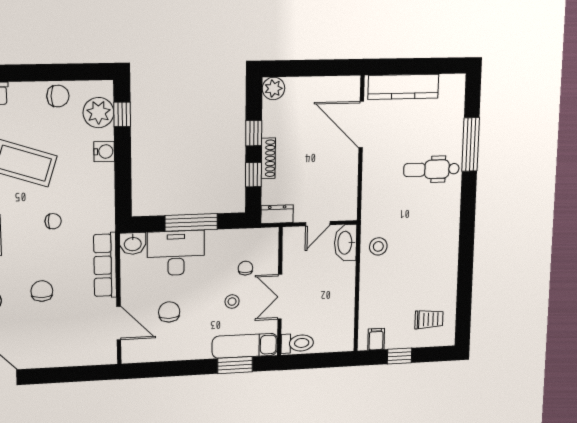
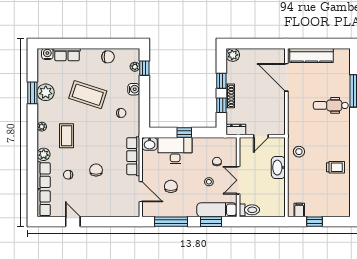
plant: (98, 113) -> (135, 67), width x0.53, depth x0.53
chair: (53, 221) -> (121, 113), moved
window: (191, 222) -> (184, 133), width x0.46
washbasin: (345, 243) -> (278, 168), moved
trolley: (429, 319) -> (335, 167), moved
window: (170, 369) -> (171, 222), added

